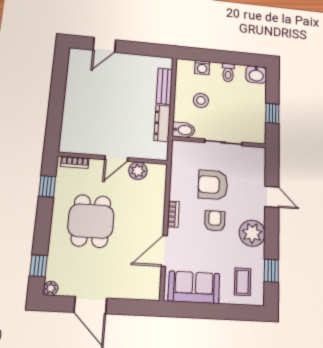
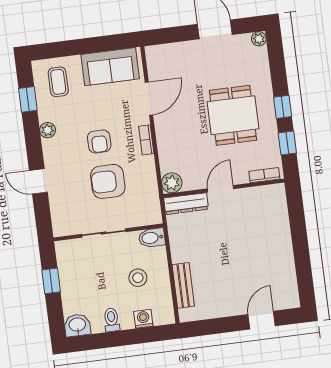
dresser: (162, 123) -> (186, 204), moved, turned 90
plant: (138, 171) -> (172, 183), moved
armchair: (213, 185) -> (108, 181), turned 180
plant: (252, 233) -> (48, 130), width x0.53, depth x0.53
window: (38, 266) -> (283, 107), moved

